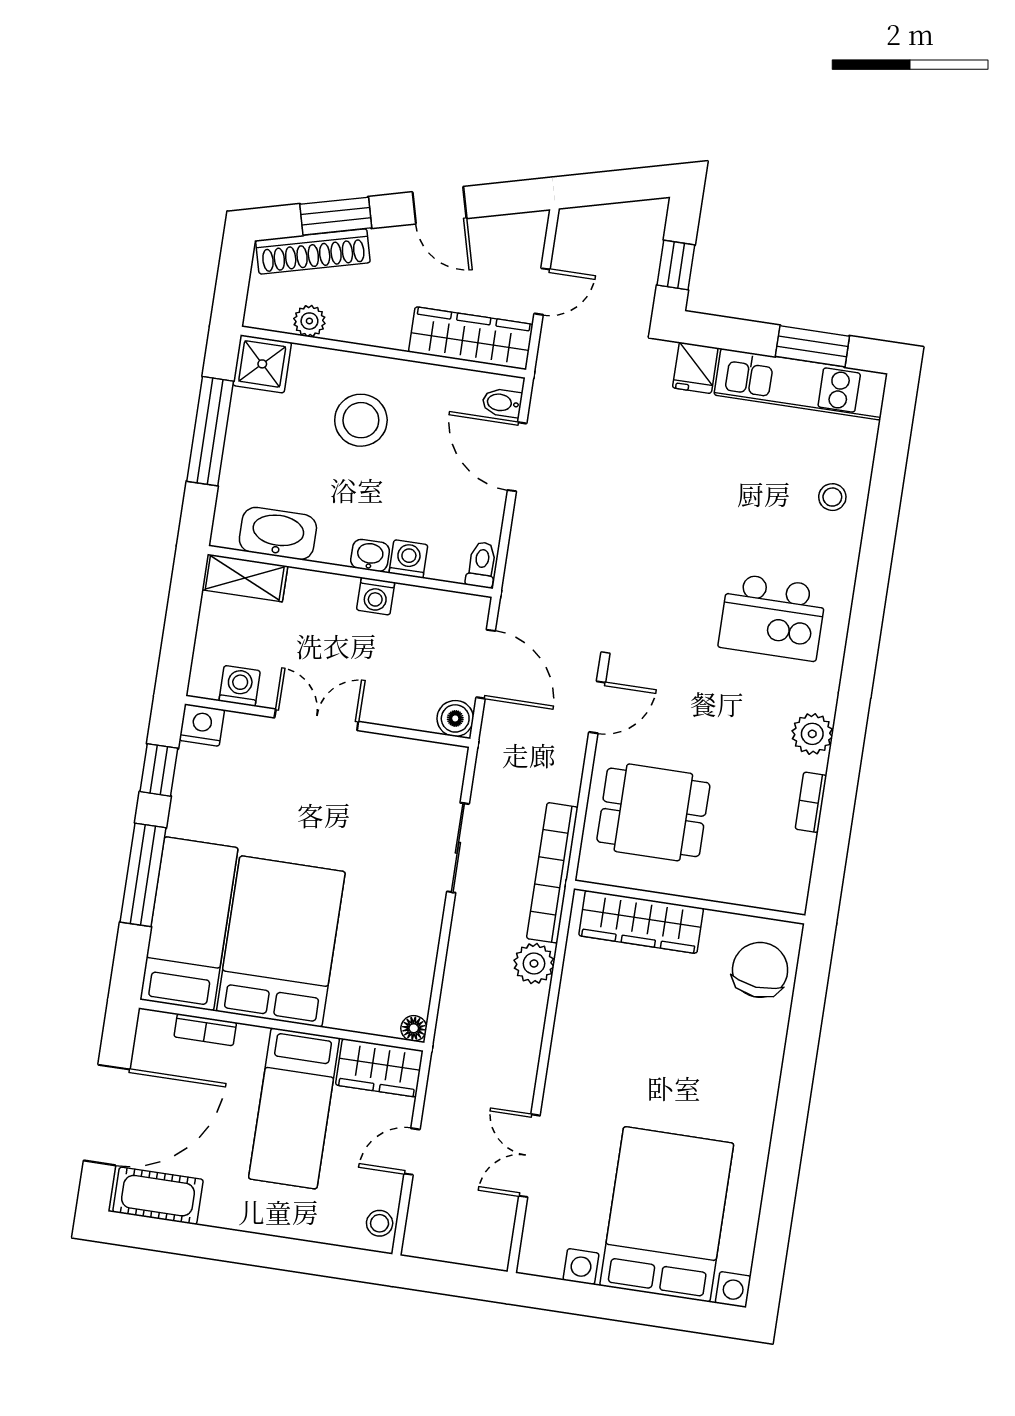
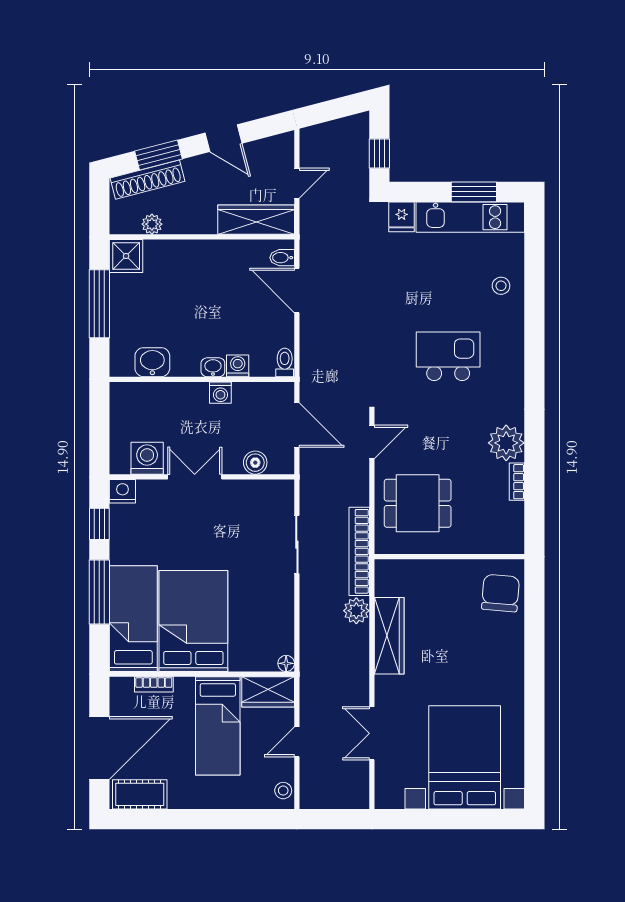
stool: (361, 420) -> (194, 282), removed
washbasin: (278, 533) -> (152, 362), width x0.72
shelving: (245, 578) -> (136, 394), removed
kitchen island: (772, 617) -> (448, 356), moved, turned 180
washing machine: (240, 686) -> (147, 458), width x1.38, depth x1.38
boiler: (455, 718) -> (255, 463), moved
plant: (812, 734) -> (506, 443), width x1.36, depth x1.36
wardrobe: (641, 922) -> (389, 636), moved, turned -90

